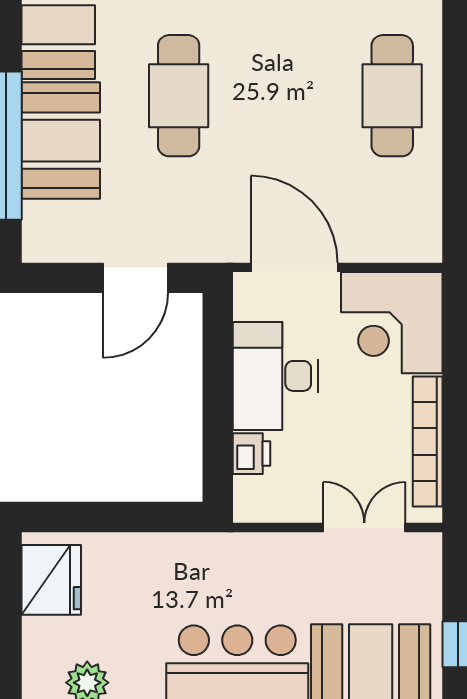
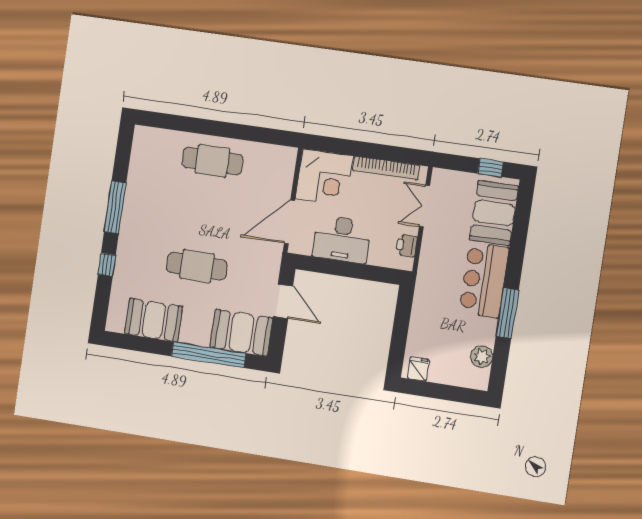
booth: (61, 141) -> (241, 333), moved
printer: (251, 454) -> (407, 246), moved, turned -90
fridge: (51, 580) -> (418, 369), width x0.53, depth x0.75

